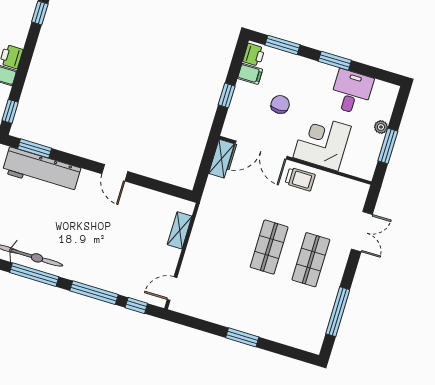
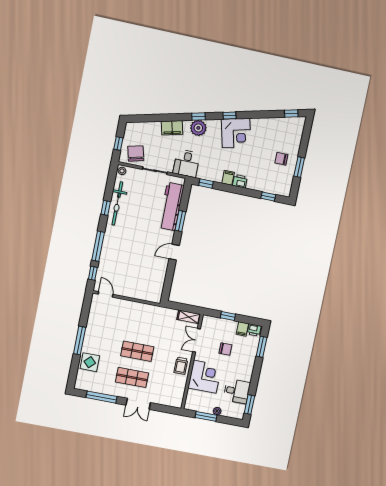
window: (335, 61) -> (249, 405), moved
window: (35, 148) -> (180, 221), moved
double door: (261, 150) -> (196, 340), width x0.73
shelving: (180, 230) -> (142, 295), removed
double door: (362, 232) -> (138, 404), moved
window: (34, 275) -> (106, 208), width x0.46
display table: (279, 325) -> (90, 362), added
window: (242, 337) -> (80, 341), width x1.44

